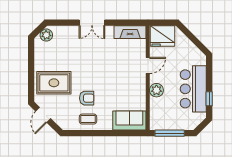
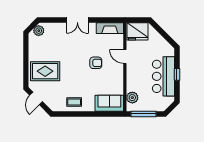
door: (148, 65) -> (125, 56), swing flipped
plant: (156, 90) -> (132, 98), moved
armchair: (87, 98) -> (96, 63), moved
window: (209, 99) -> (177, 74), moved

